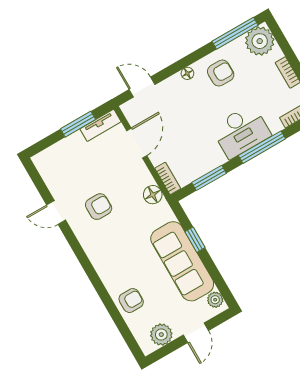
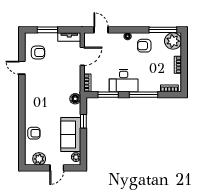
armchair: (221, 73) -> (144, 46), turned 180
window: (78, 124) -> (47, 30), moved
desk: (241, 131) -> (124, 81), moved
floor lamp: (153, 195) -> (75, 99), moved
armchair: (99, 207) -> (38, 52), moved
sofa: (182, 261) -> (71, 135), width x0.73

